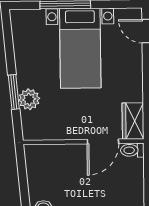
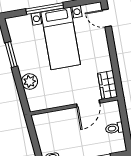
window: (14, 92) -> (11, 54), moved
toilet: (132, 150) -> (114, 128), moved

